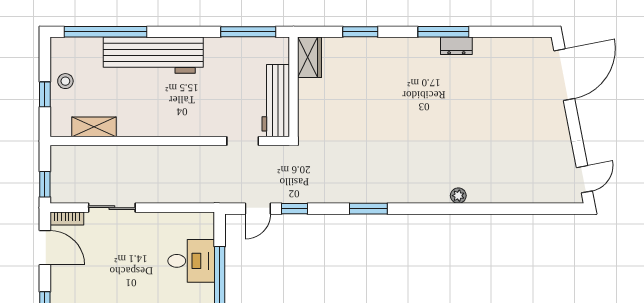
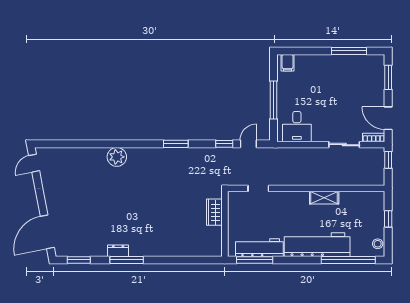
window: (360, 32) -> (79, 260), moved
wardrobe: (310, 57) -> (214, 212), moved
stool: (65, 81) -> (378, 244), moved
workbench: (276, 101) -> (259, 248), moved, turned -90
shelving: (94, 127) -> (324, 198), moved
plant: (458, 196) -> (117, 157), width x1.88, depth x1.88
desk: (191, 261) -> (297, 127), moved, turned -90

